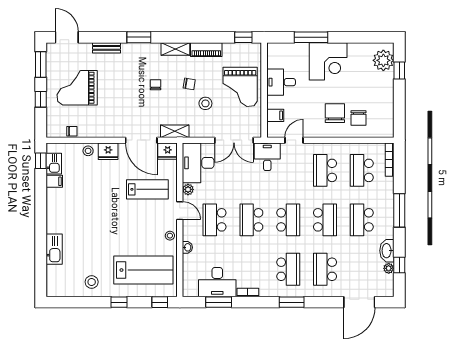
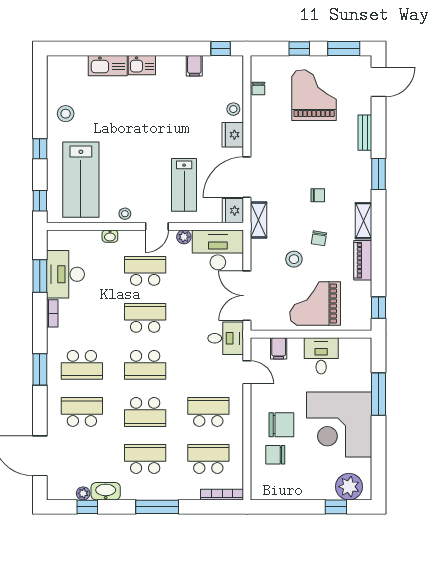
corner desk: (328, 61) -> (339, 425), width x1.36, depth x1.36
kitchen sink: (54, 164) -> (142, 65), moved

